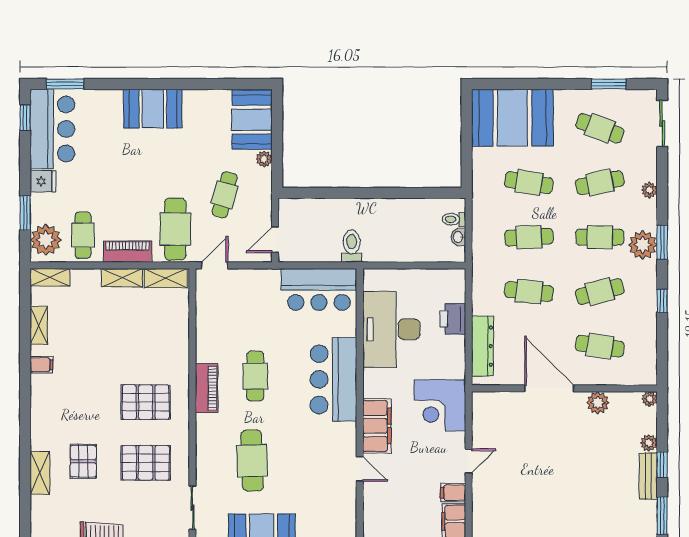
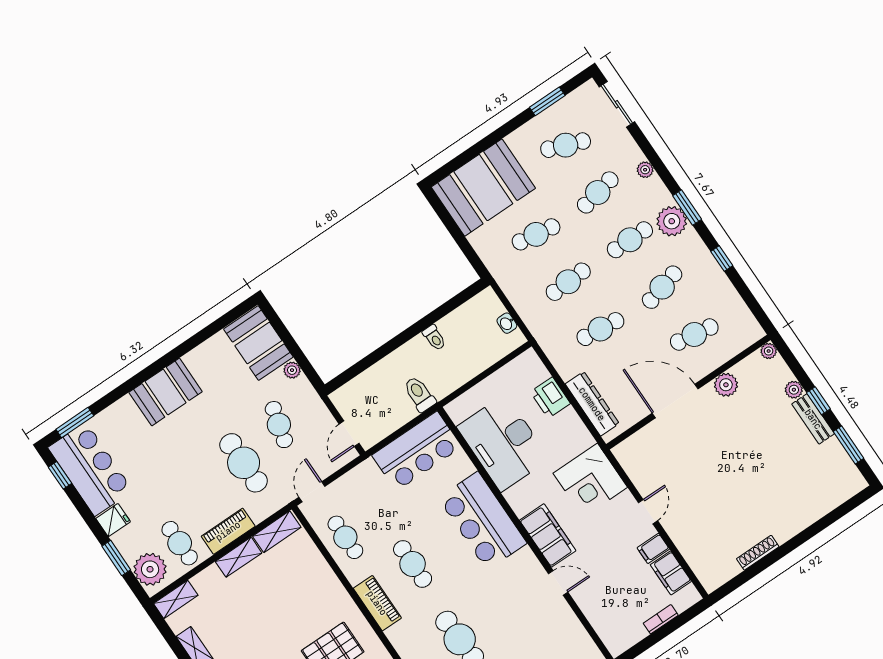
toilet: (454, 219) -> (434, 338), moved, turned -90
cafe table: (175, 229) -> (244, 463), moved
cafe table: (217, 319) -> (345, 537), added

